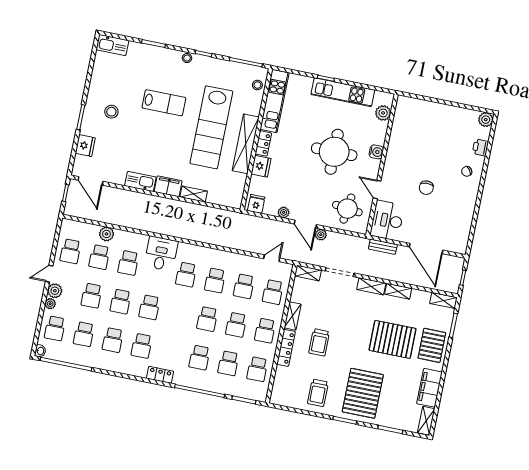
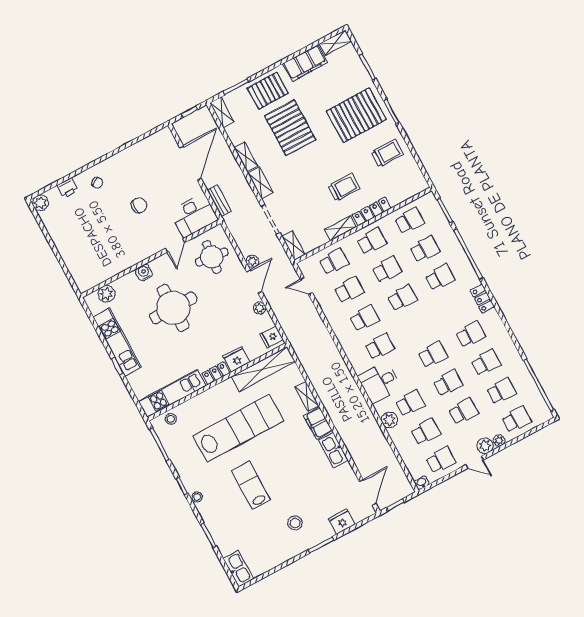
shelving: (246, 144) -> (263, 369), moved
plant: (107, 234) -> (389, 420), moved
washbasin: (40, 351) -> (422, 483), moved

